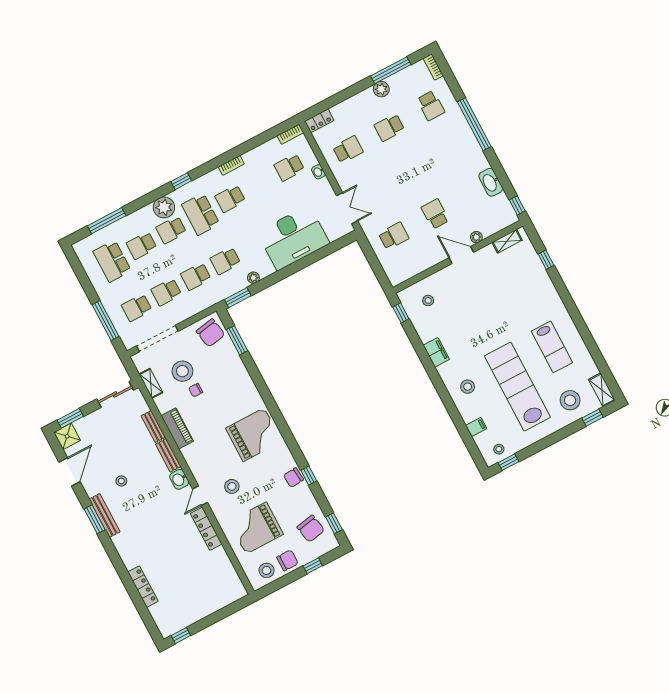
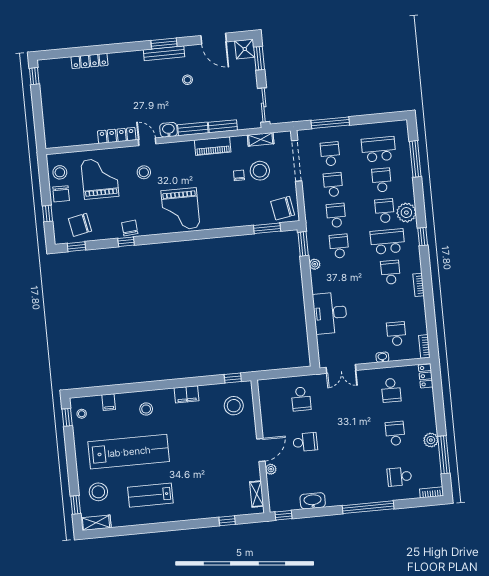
desk: (293, 238) -> (330, 313), width x0.73, depth x0.77
stool: (428, 300) -> (234, 406), width x1.89, depth x1.89

